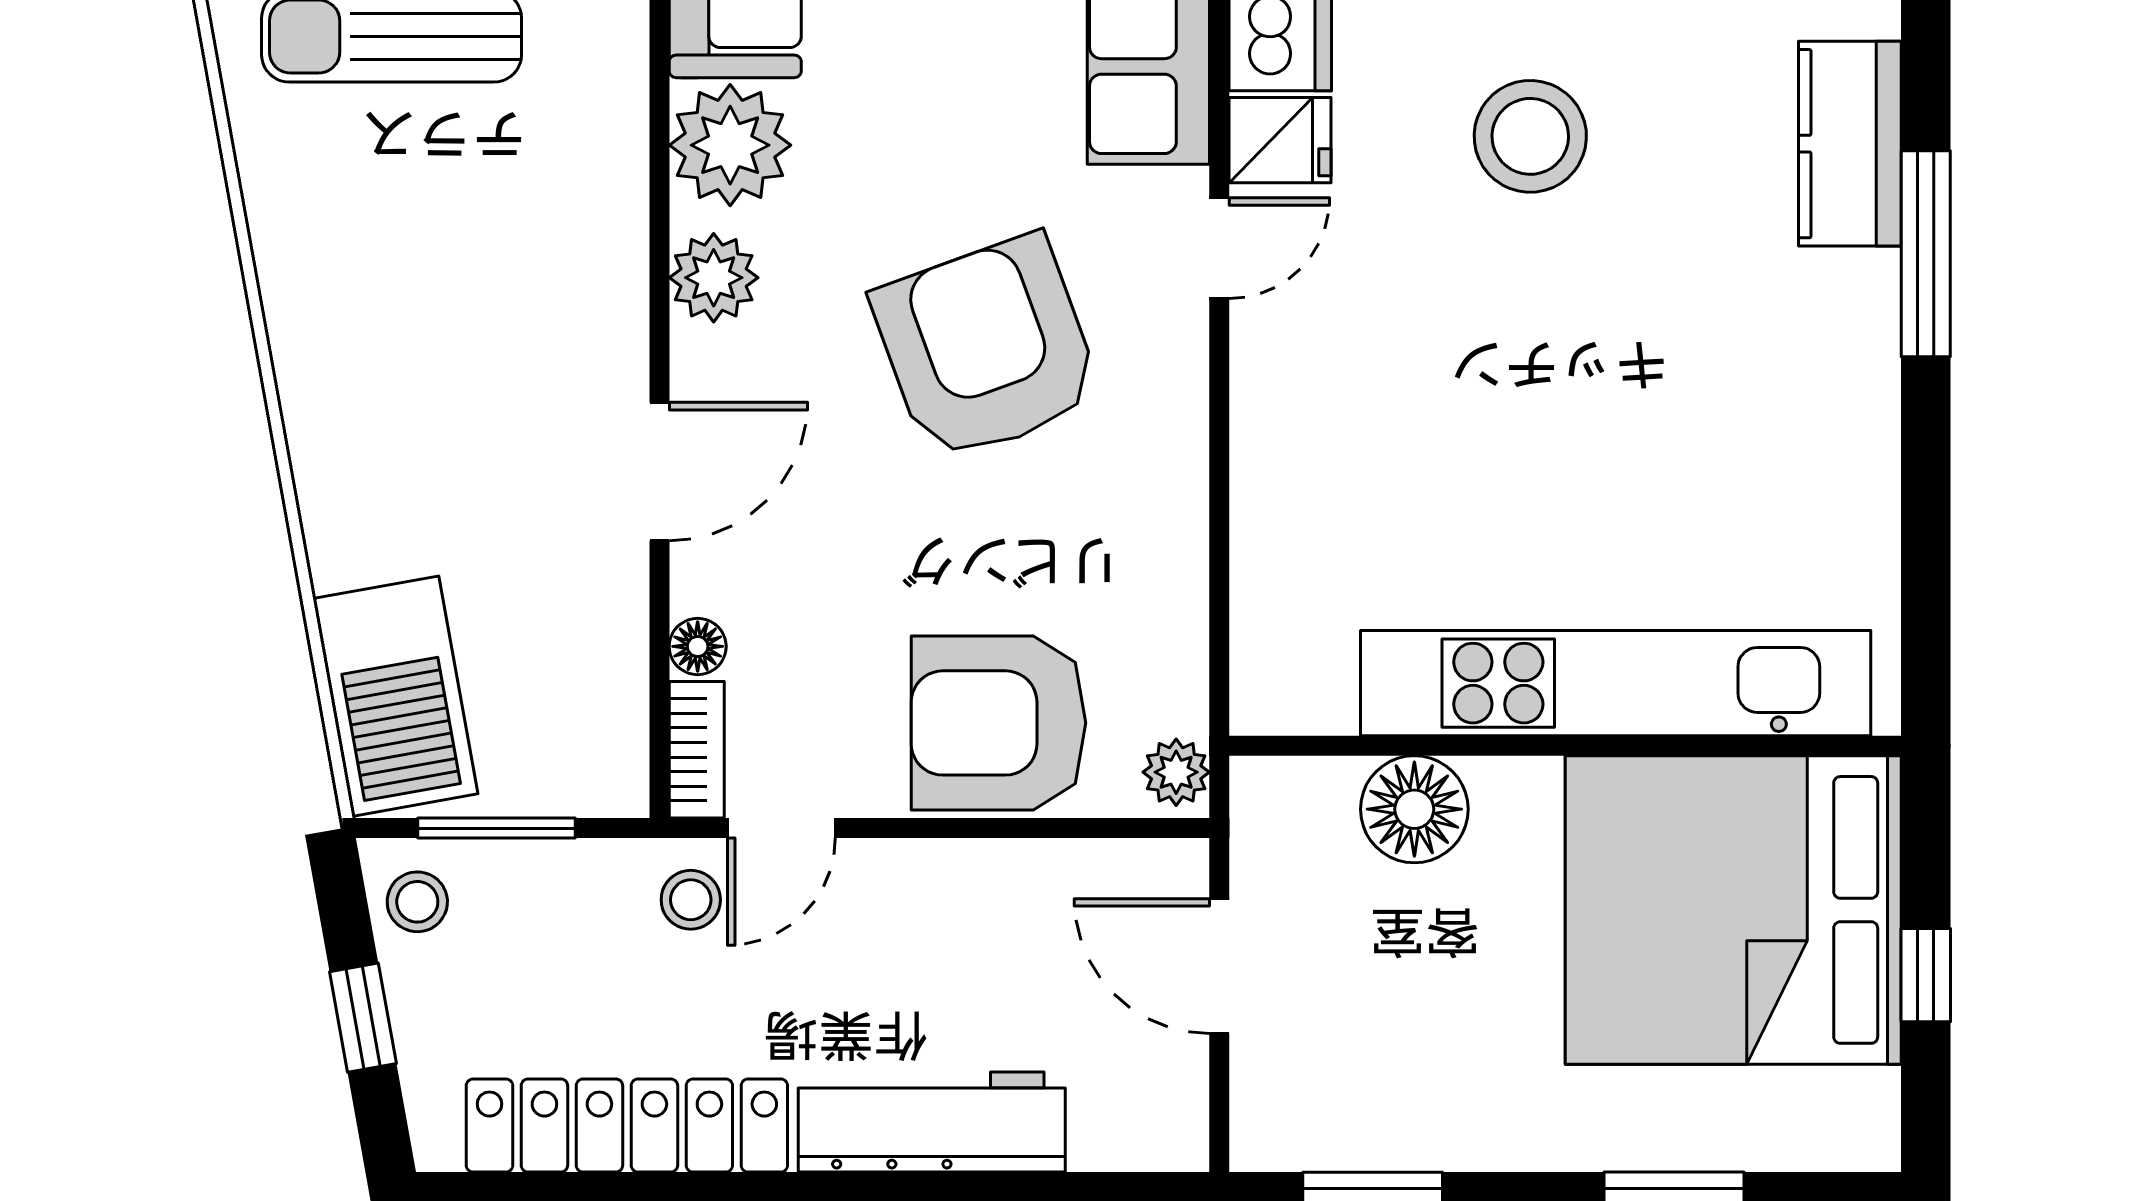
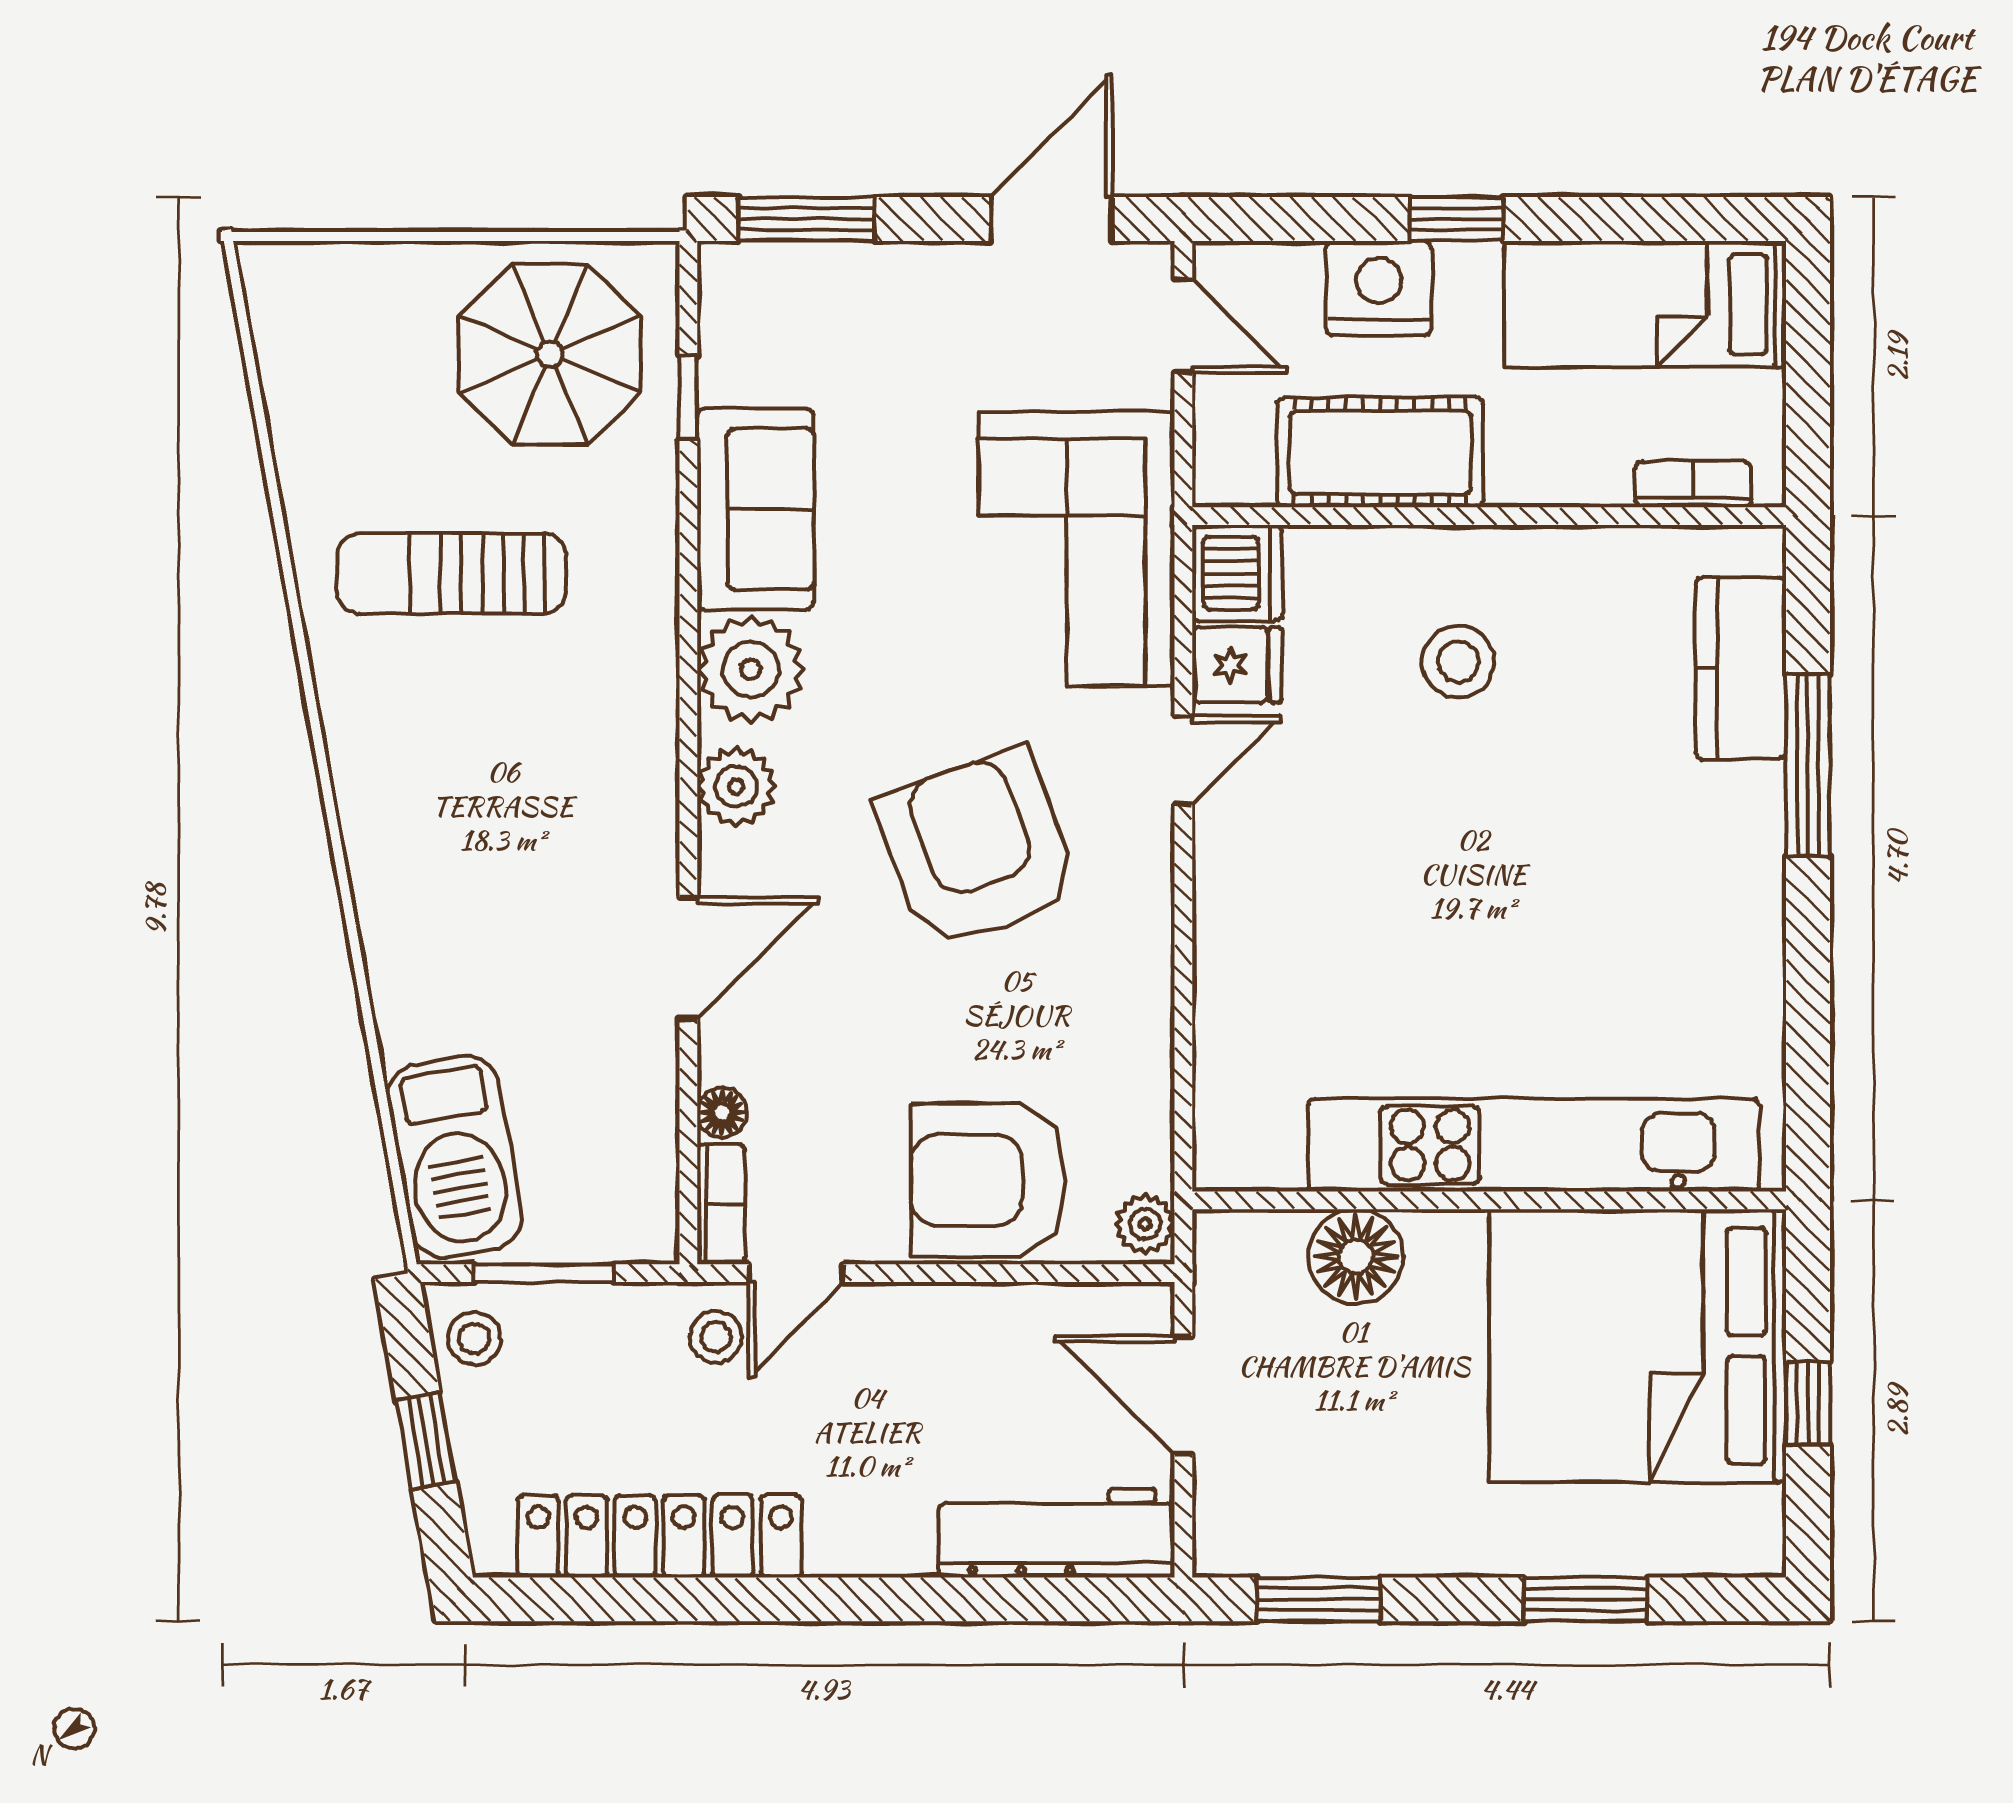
stool: (1530, 136) -> (1458, 662), width x0.73, depth x0.73
workbench: (932, 1122) -> (1057, 1533), moved

